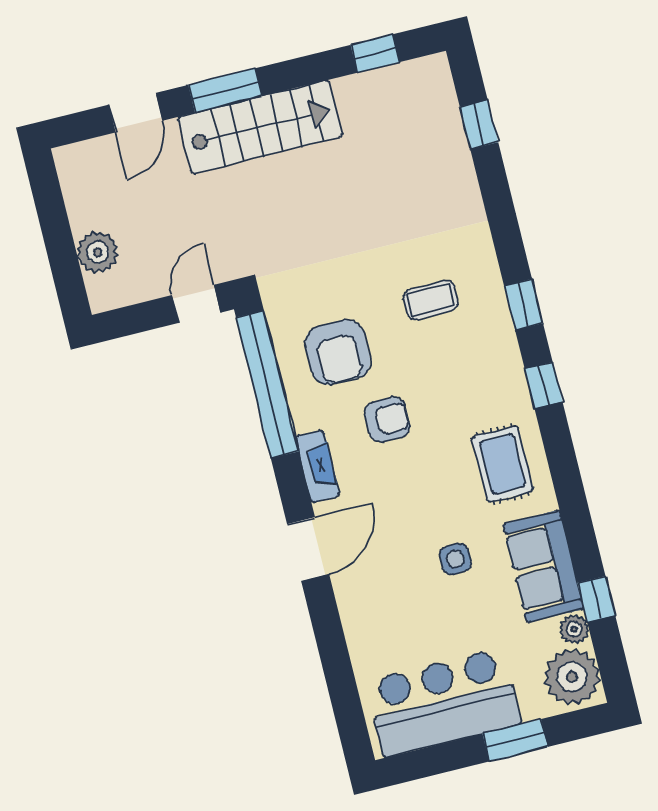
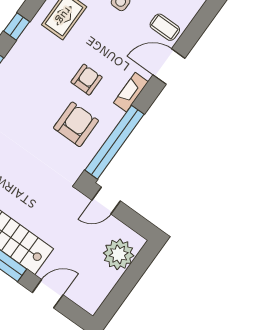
plant: (98, 252) -> (119, 254), width x1.36, depth x1.36
coffee table: (431, 300) -> (165, 27), moved
armchair: (387, 420) -> (87, 80), turned 90

